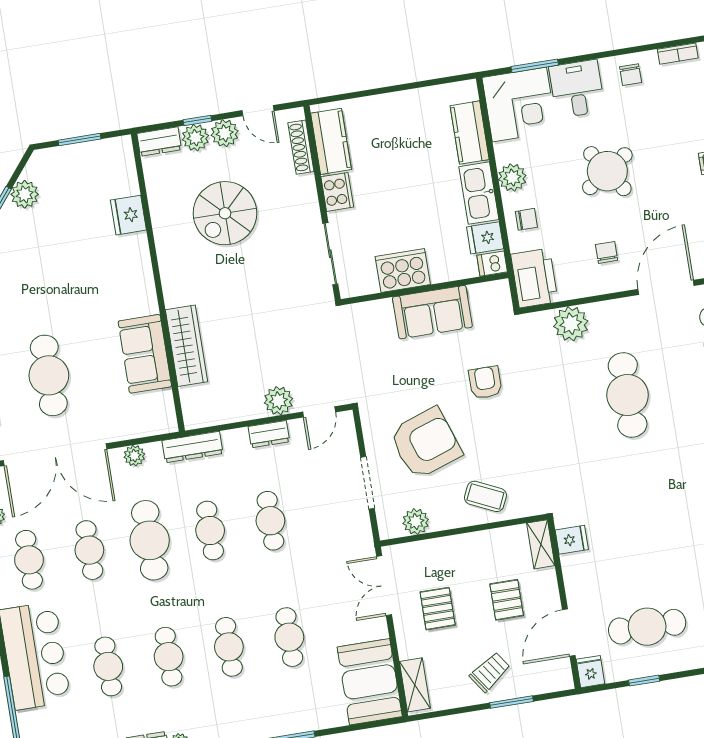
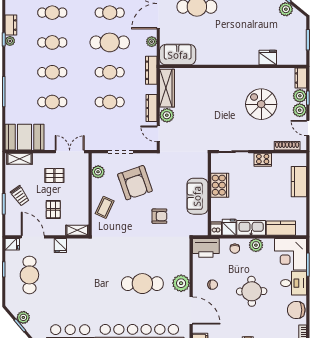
chair: (631, 75) -> (296, 310), width x1.87, depth x1.87
door: (258, 111) -> (308, 128), hinge flipped
kitchen counter: (331, 141) -> (299, 182), moved, turned 90
round table: (607, 171) -> (252, 291), turned 33
plant: (571, 324) -> (181, 283), moved
wardrobe: (186, 346) -> (167, 88), moved, turned -90
sofa: (145, 354) -> (178, 55), moved
dresser: (269, 434) -> (152, 108), width x1.44
fridge: (572, 540) -> (60, 245), moved
pallet: (507, 600) -> (53, 209), turned 90

